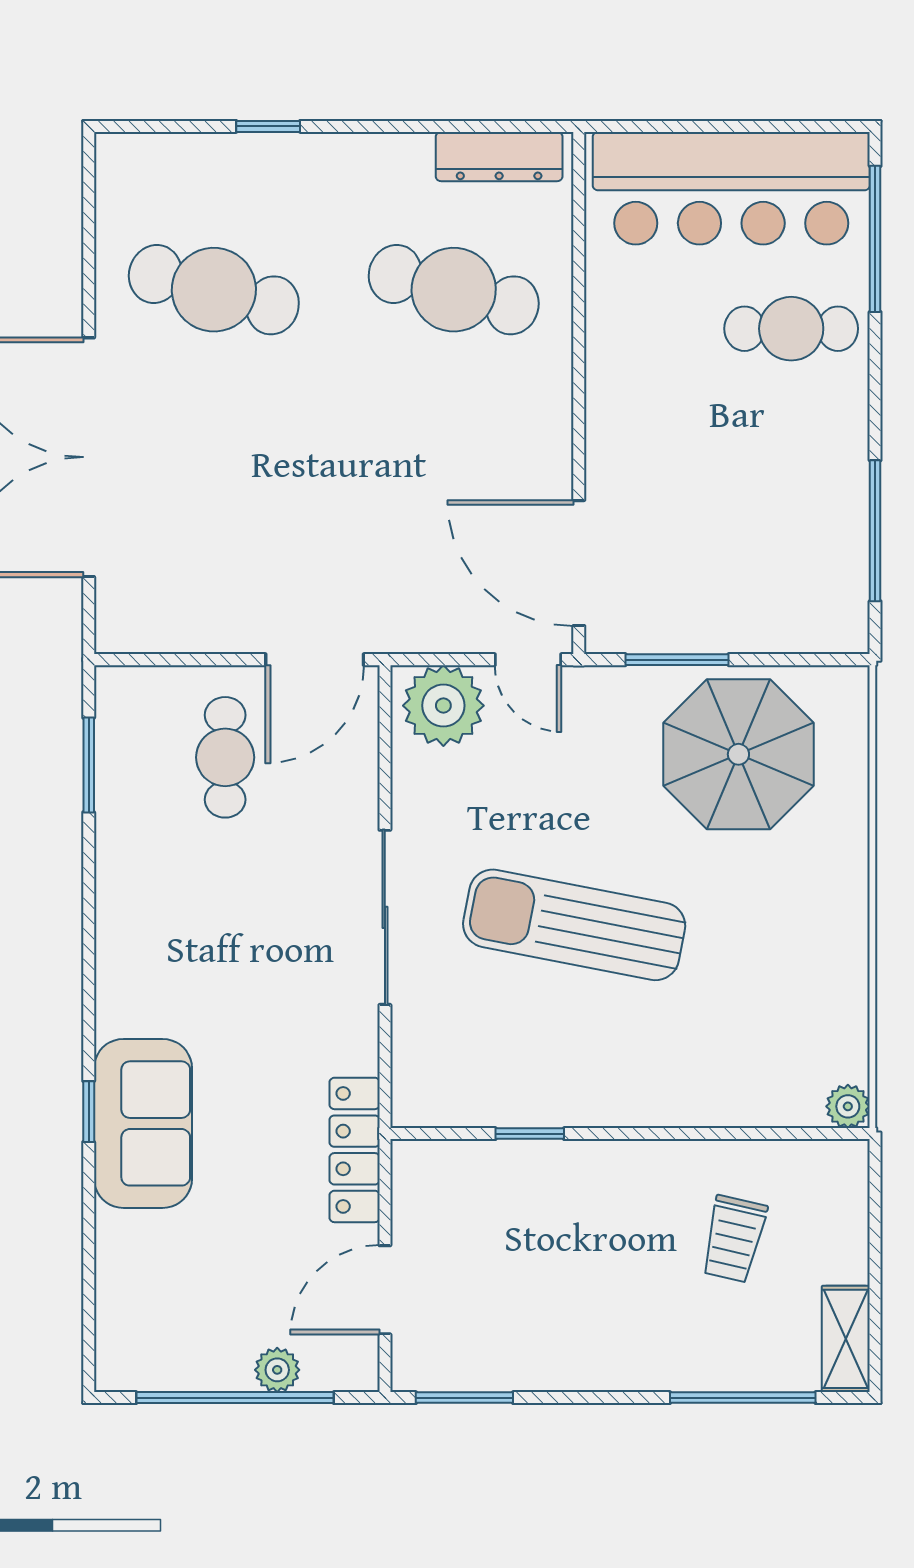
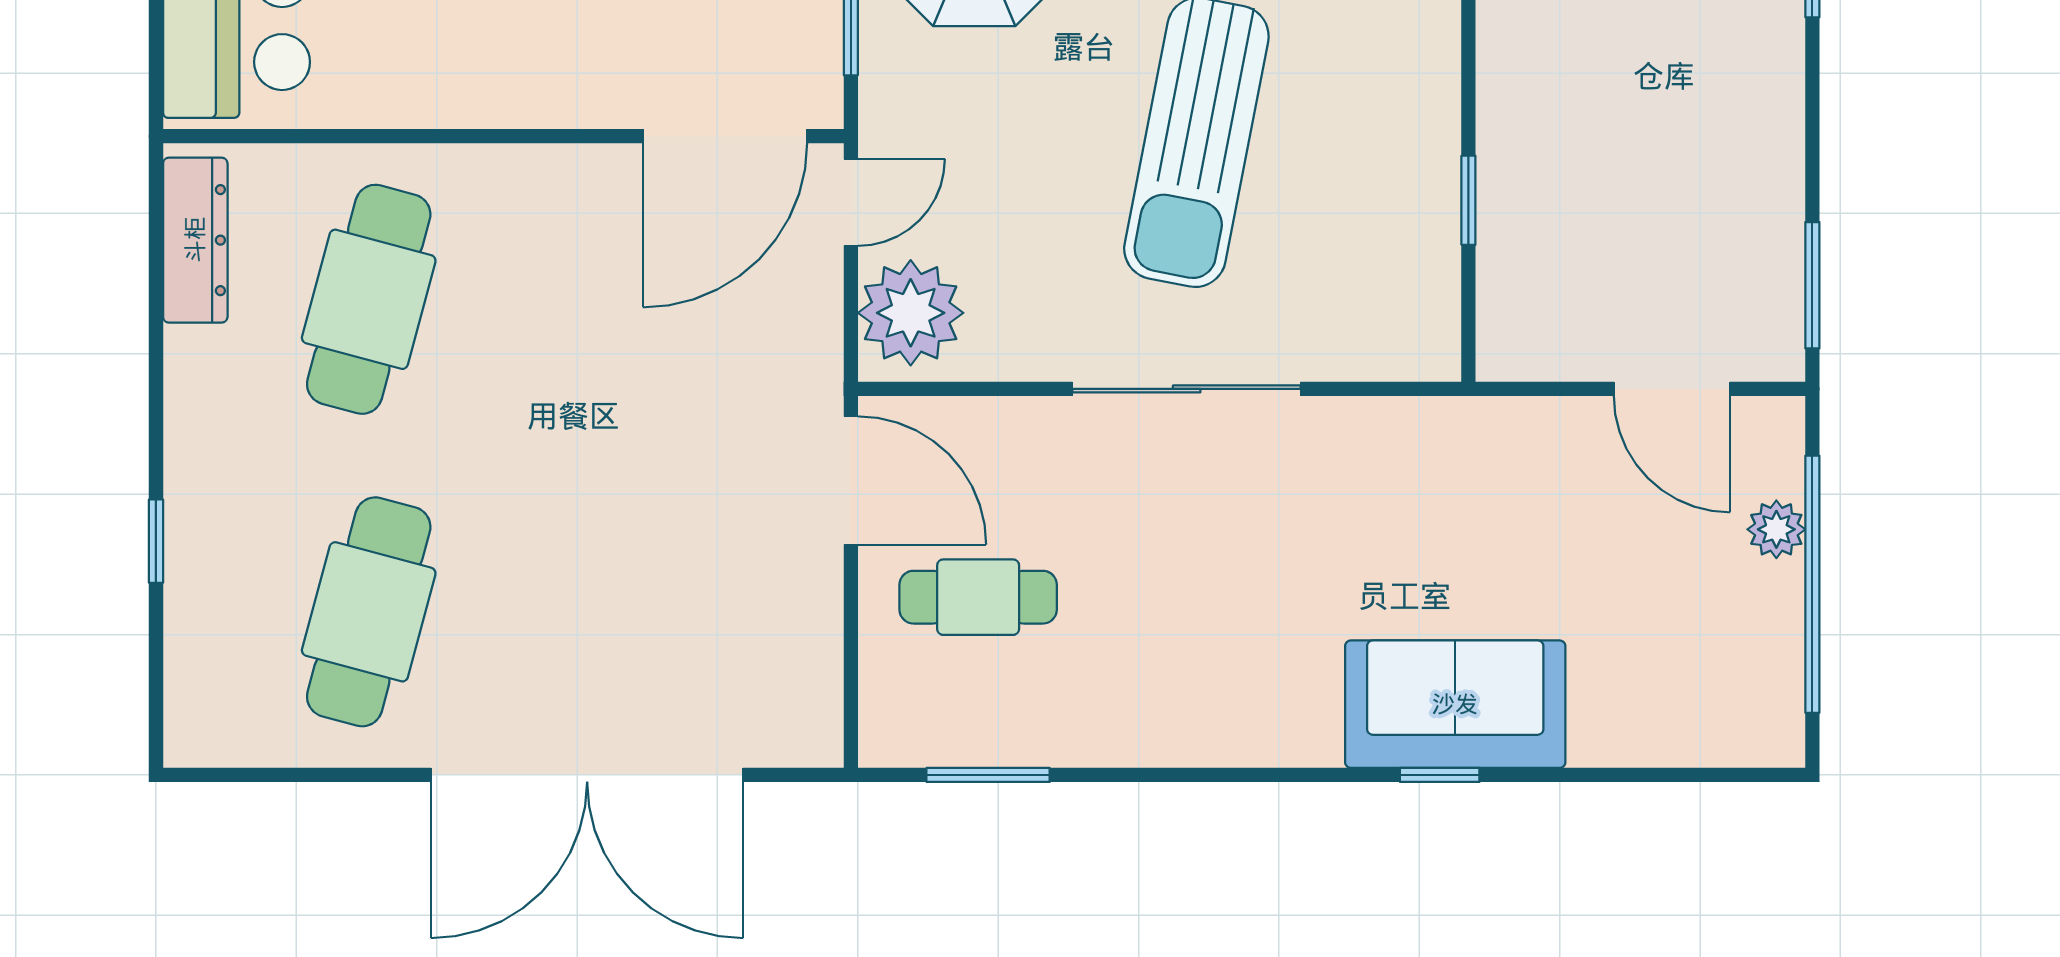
locker: (355, 1150) -> (1490, 428), removed

